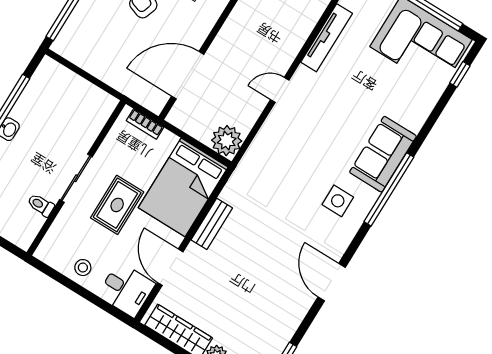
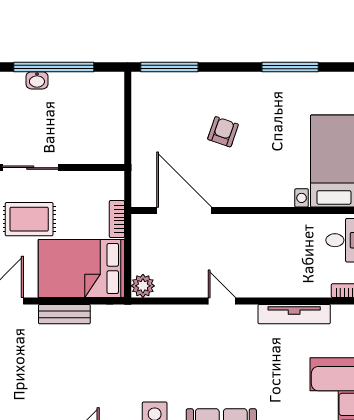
bookcase: (145, 124) -> (117, 219), moved
plant: (227, 141) -> (143, 286), width x0.73, depth x0.73

